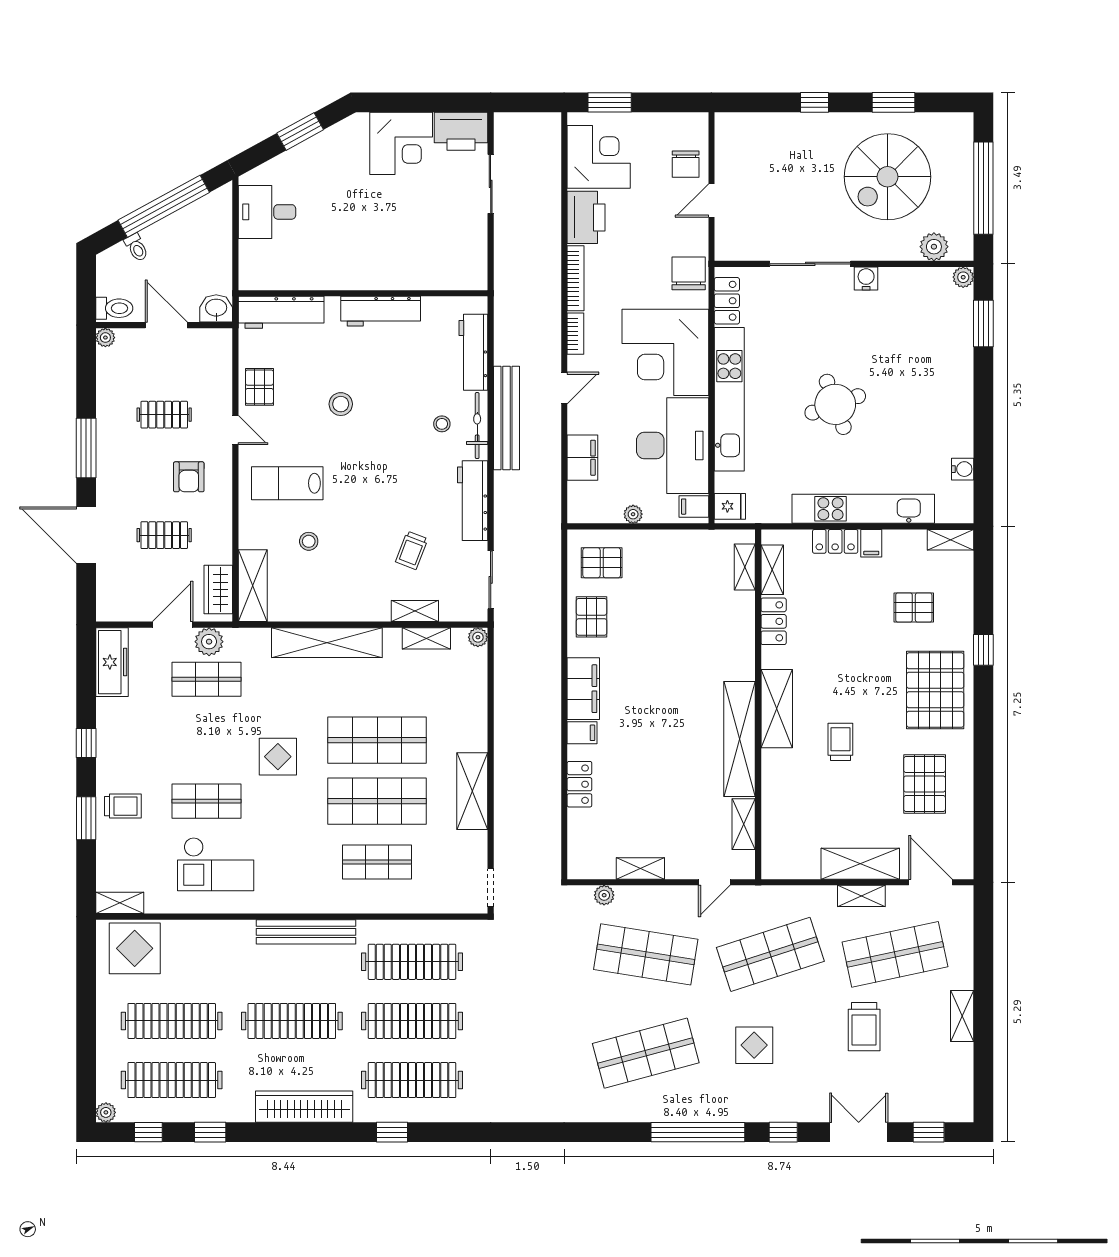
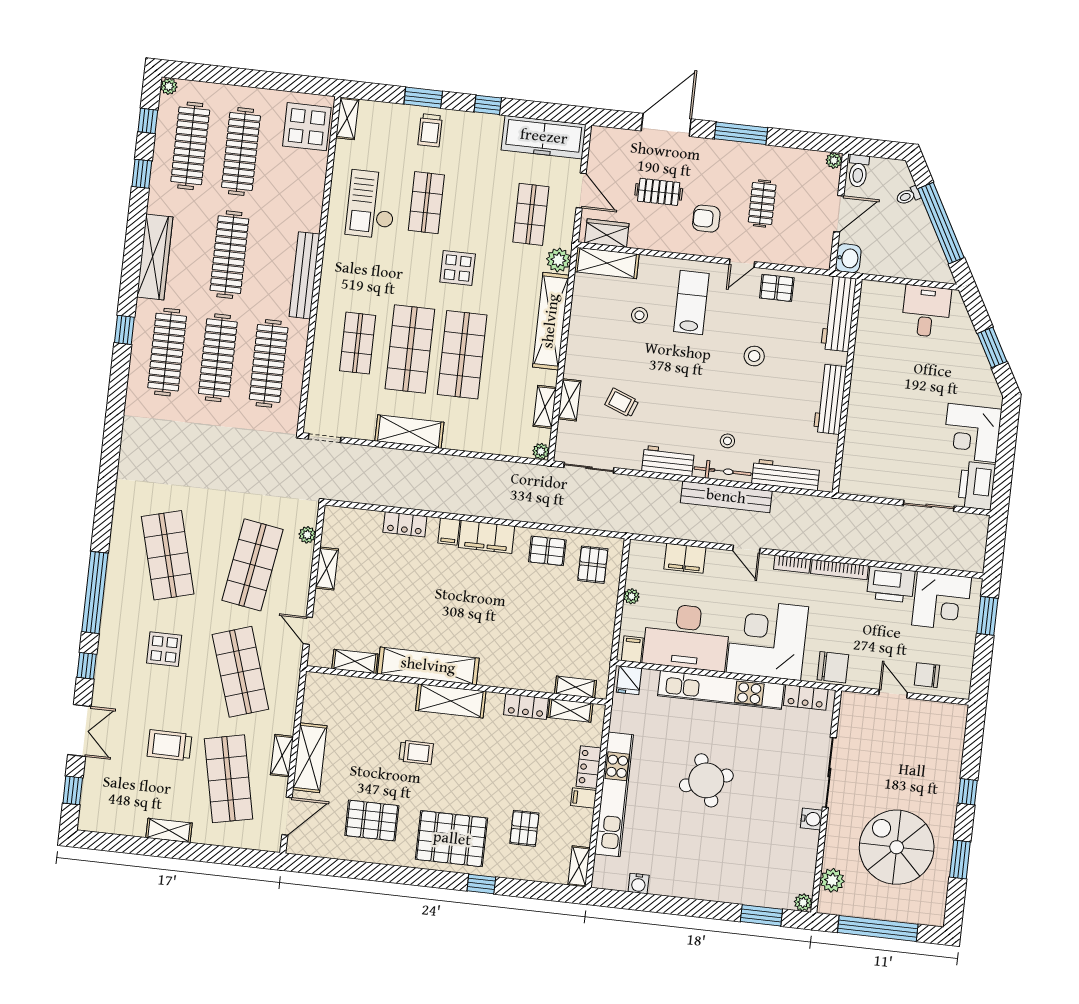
workbench: (473, 501) -> (668, 461), width x0.73
clothes rail: (164, 535) -> (659, 192), turned 90
plant: (209, 642) -> (558, 260), moved
freezer: (112, 662) -> (544, 137), width x1.36, depth x1.26

